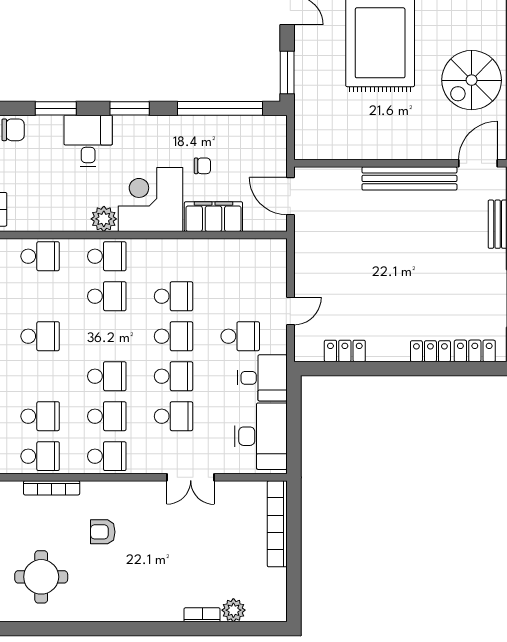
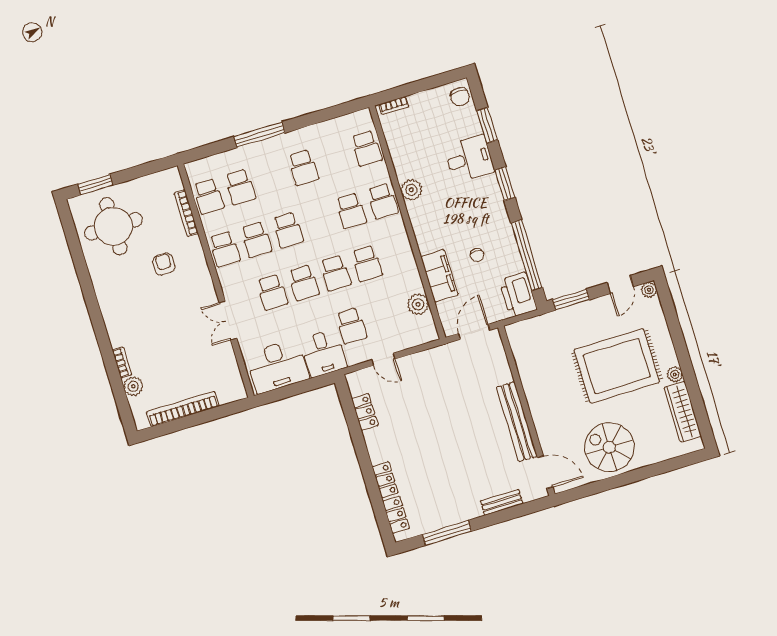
printer: (263, 132) -> (518, 295), added
corner desk: (151, 200) -> (438, 222), removed
plant: (239, 251) -> (418, 304), added
bookcase: (277, 524) -> (183, 409), moved
round table: (41, 577) -> (113, 226), width x1.36, depth x1.36

